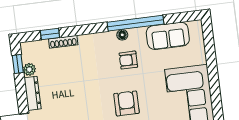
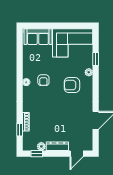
window: (135, 23) -> (20, 72), removed
sofa: (168, 36) -> (38, 37), moved, turned 90

